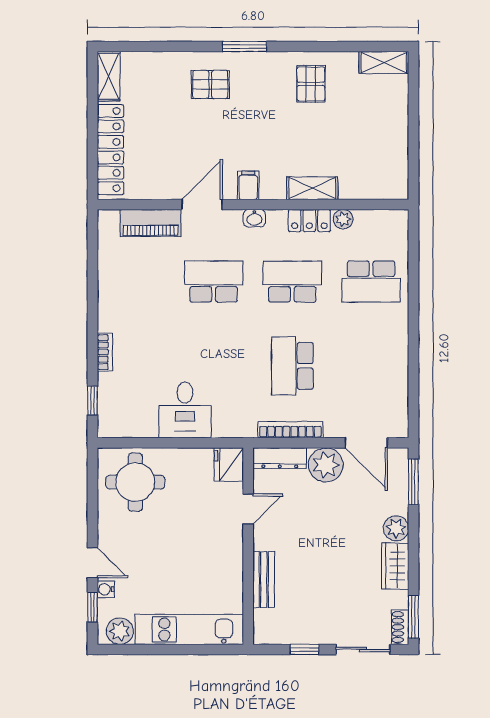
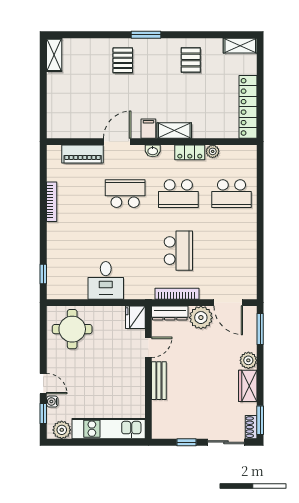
pallet: (210, 84) -> (123, 60), turned 90
locker: (111, 150) -> (248, 107), moved, turned 180
shelving: (312, 188) -> (174, 130), moved
school desk: (292, 282) -> (178, 194), turned 180
bookcase: (105, 352) -> (52, 202), moved, width x1.56
school desk: (292, 366) -> (178, 251), turned 180
bench: (264, 580) -> (159, 381), moved

